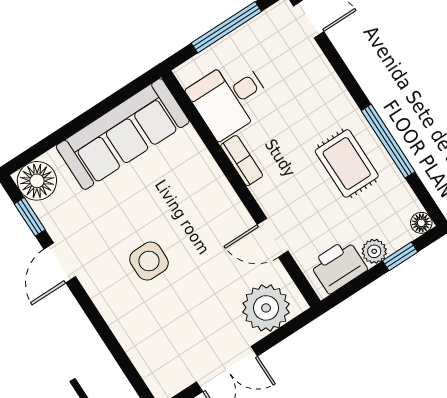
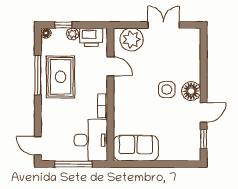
desk: (230, 98) -> (91, 140), width x1.37
sofa: (123, 134) -> (136, 148), width x0.73
rug: (347, 163) -> (61, 77), width x1.36, depth x1.43
floor lamp: (37, 181) -> (191, 91), moved

